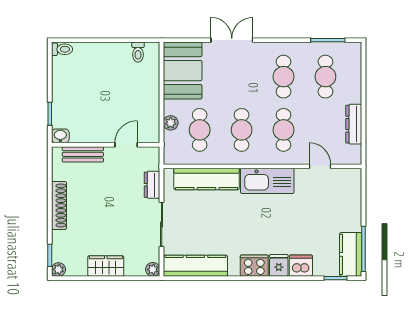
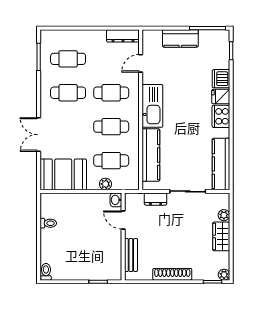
toilet: (138, 52) -> (48, 223), moved
dresser: (354, 124) -> (123, 36), moved
washbasin: (60, 136) -> (116, 200), moved
kitchen counter: (351, 254) -> (180, 38), moved
plant: (153, 269) -> (224, 215), moved

